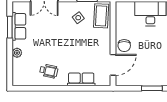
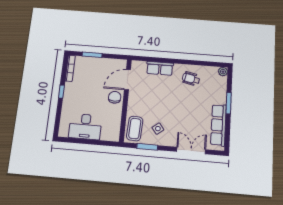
row of seats: (19, 26) -> (218, 125), width x1.48
window: (10, 27) -> (229, 103), moved
plant: (17, 53) -> (223, 72), moved

